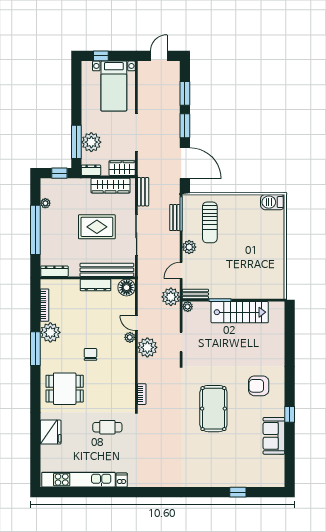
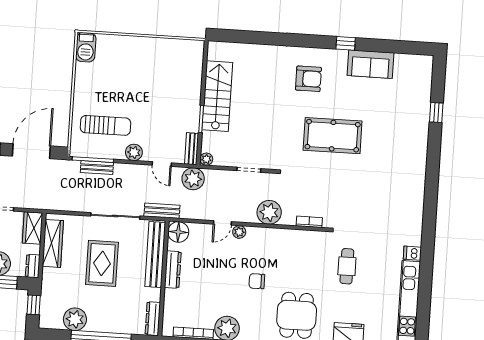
bench: (143, 192) -> (162, 211), moved
plant: (45, 203) -> (75, 319), width x1.87, depth x1.87
plant: (147, 347) -> (269, 212), moved
armchair: (259, 386) -> (308, 79), turned -90

